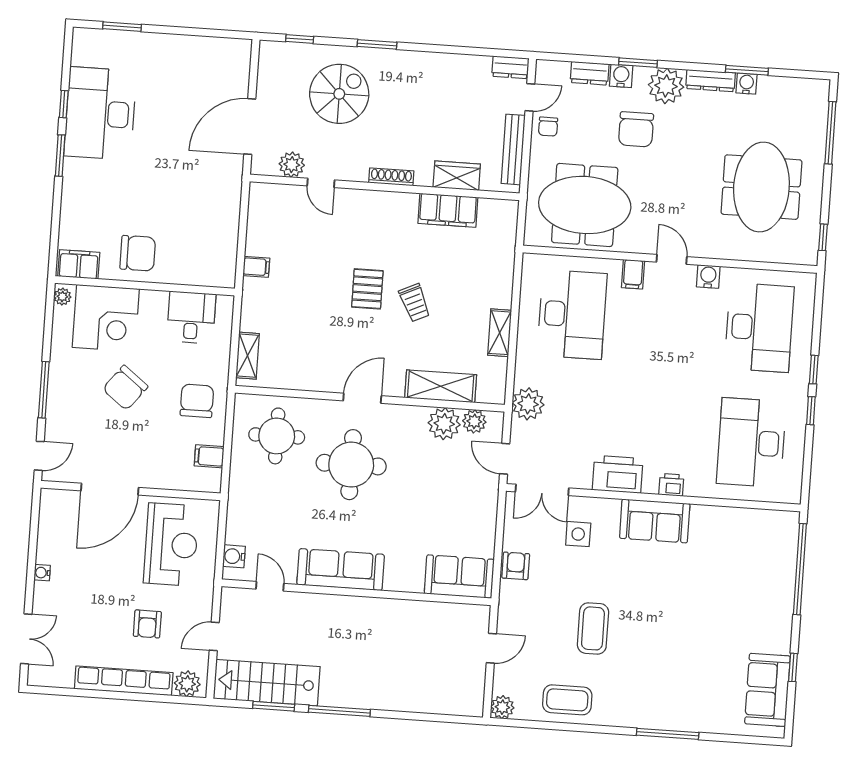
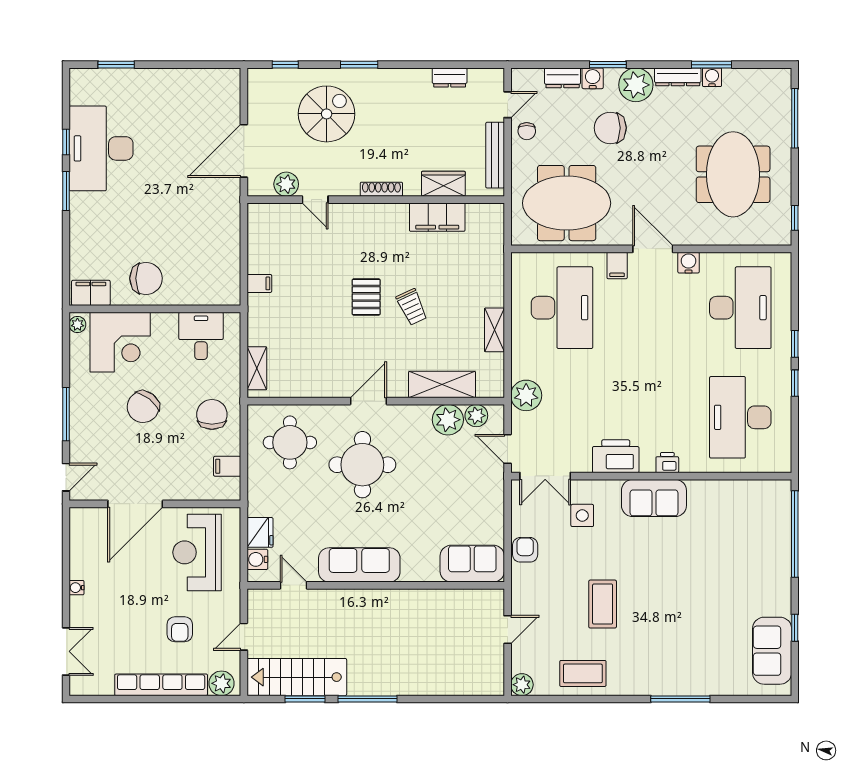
dresser: (510, 67) -> (450, 77), moved
chair: (636, 129) -> (610, 128), turned 90
door: (672, 259) -> (653, 249), width x1.38
fridge: (239, 528) -> (260, 532), added
reception desk: (171, 545) -> (197, 552), turned 180

